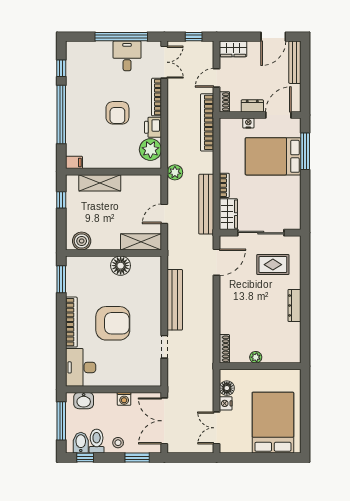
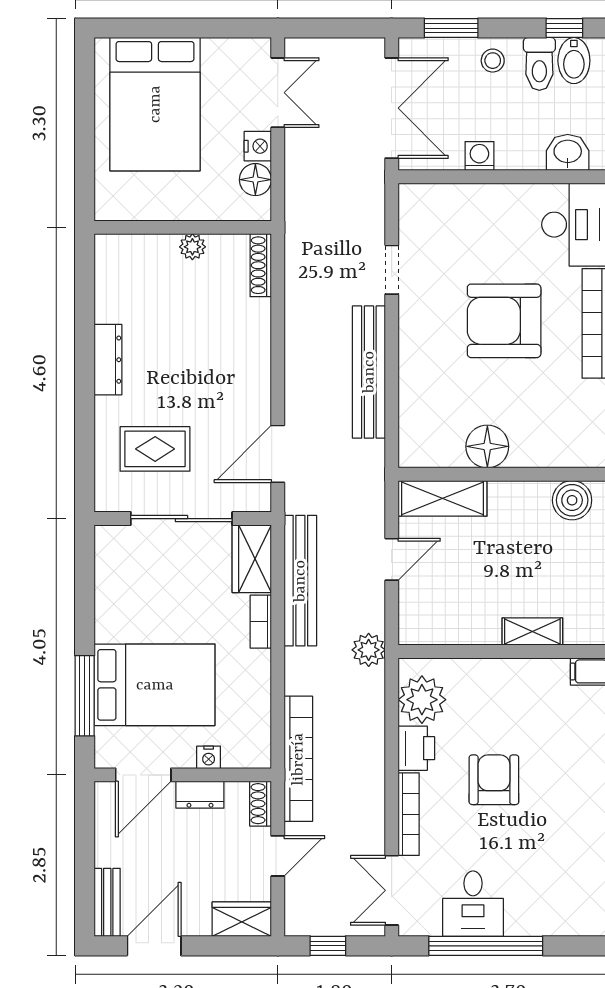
bench: (295, 62) -> (107, 902), width x0.73
shelving: (100, 183) -> (532, 632), width x0.67, depth x0.75

